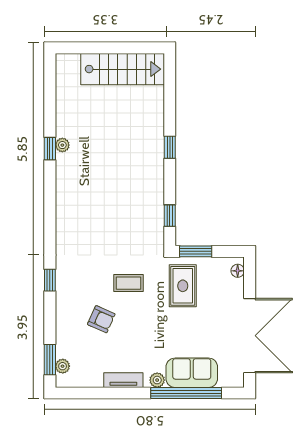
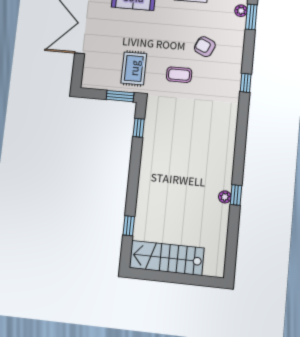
window: (170, 147) -> (129, 226), moved
floor lamp: (238, 271) -> (87, 77), removed

